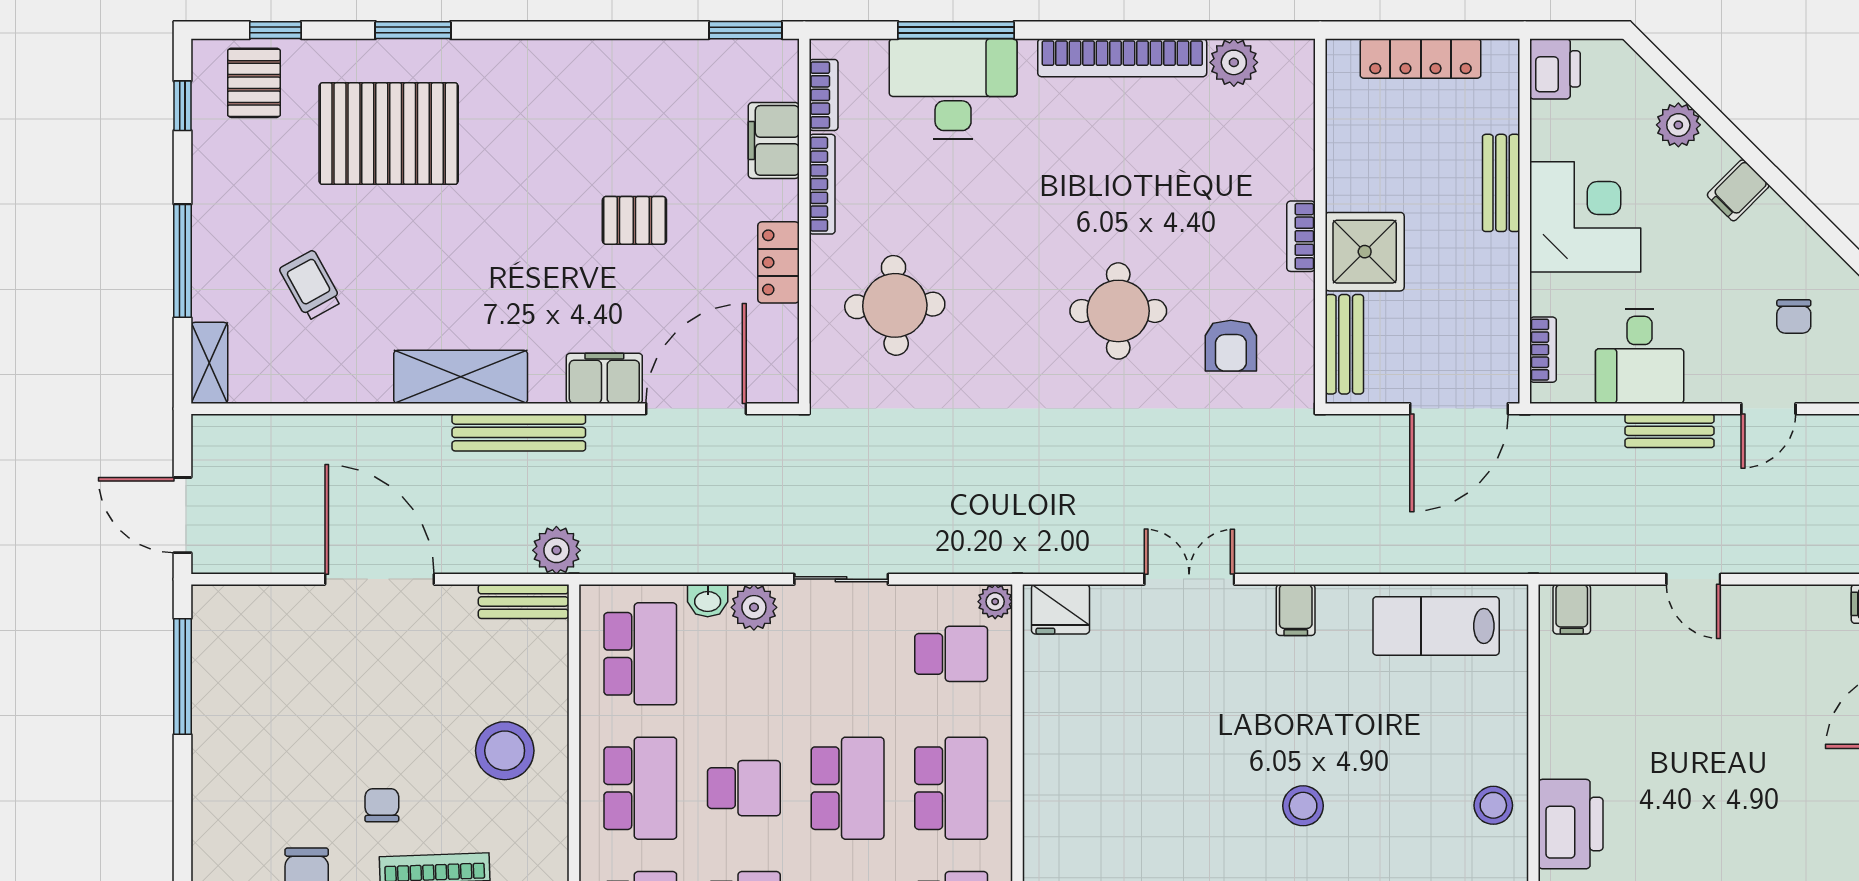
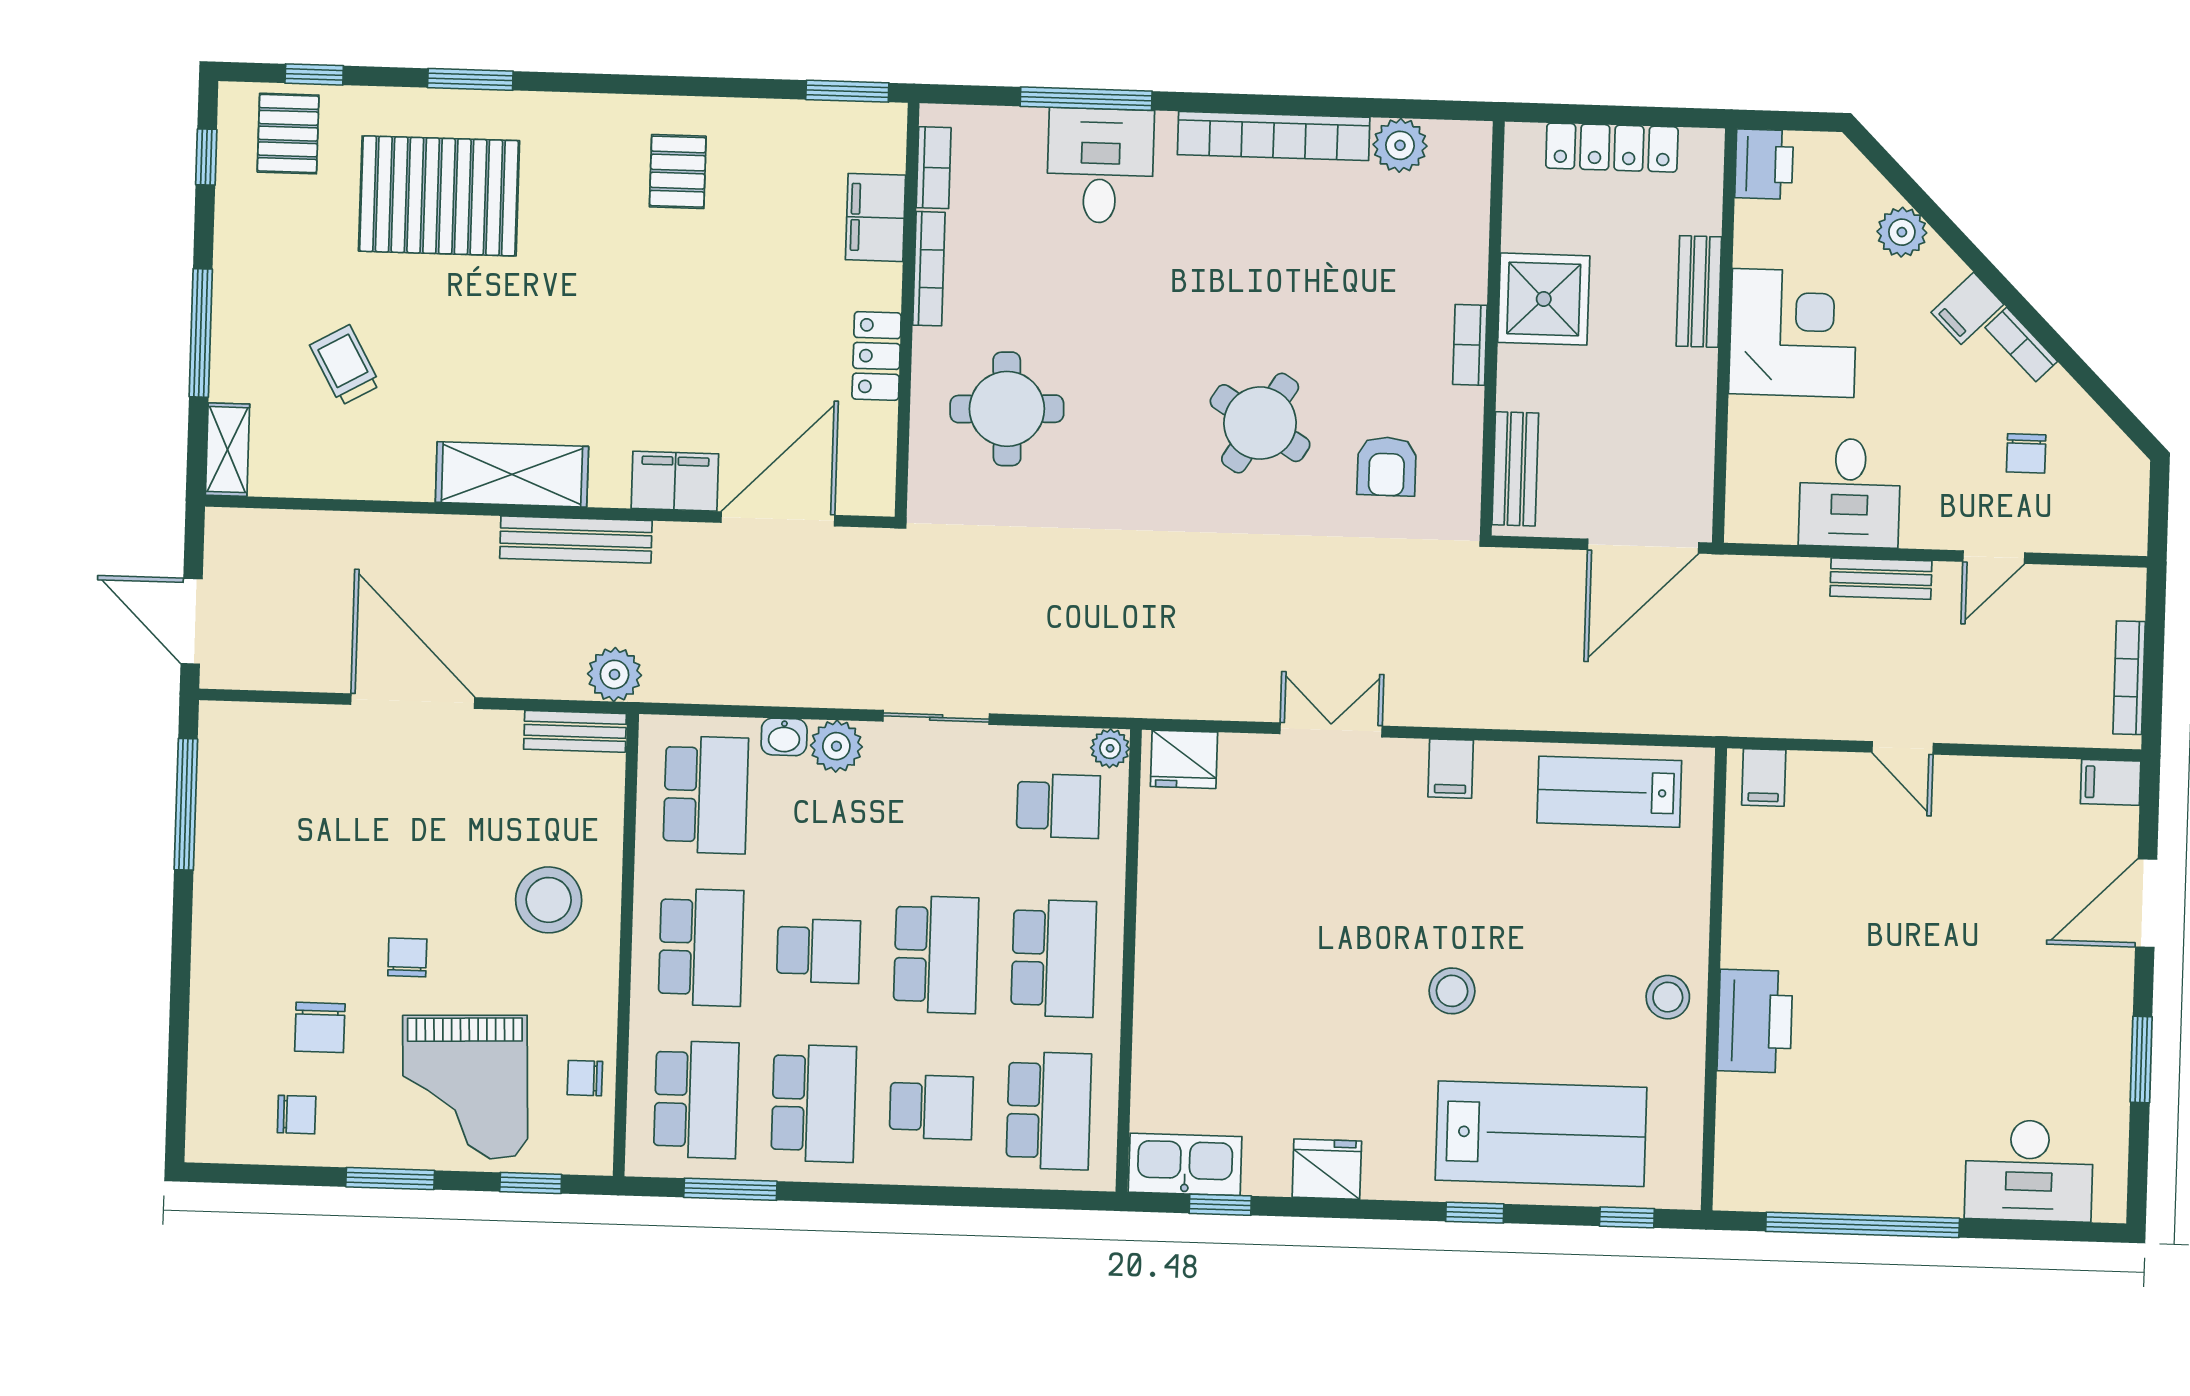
desk: (953, 89) -> (1100, 166), width x0.73
pallet: (634, 220) -> (678, 172), moved, turned 90
shower: (1365, 252) -> (1544, 299), moved
round table: (1118, 311) -> (1260, 423), turned 32
bookcase: (1543, 350) -> (2021, 344), moved, turned 135

